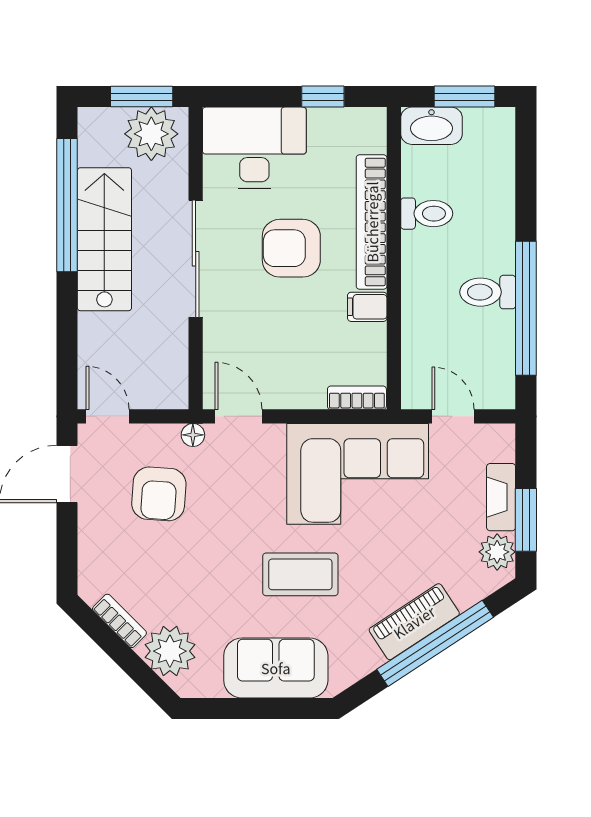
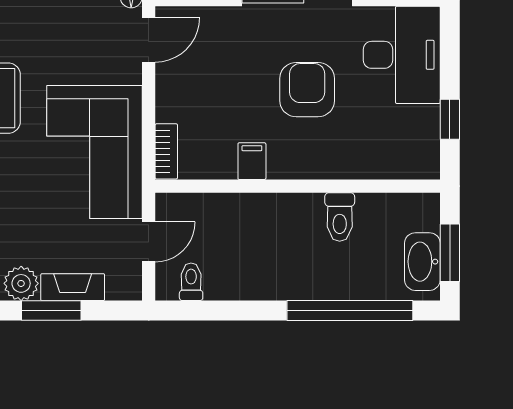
washbasin: (431, 126) -> (422, 262), moved
bookcase: (372, 222) -> (332, 165), removed
toilet: (488, 292) -> (191, 282), moved, width x0.73, depth x0.72
window: (526, 308) -> (350, 311), moved

